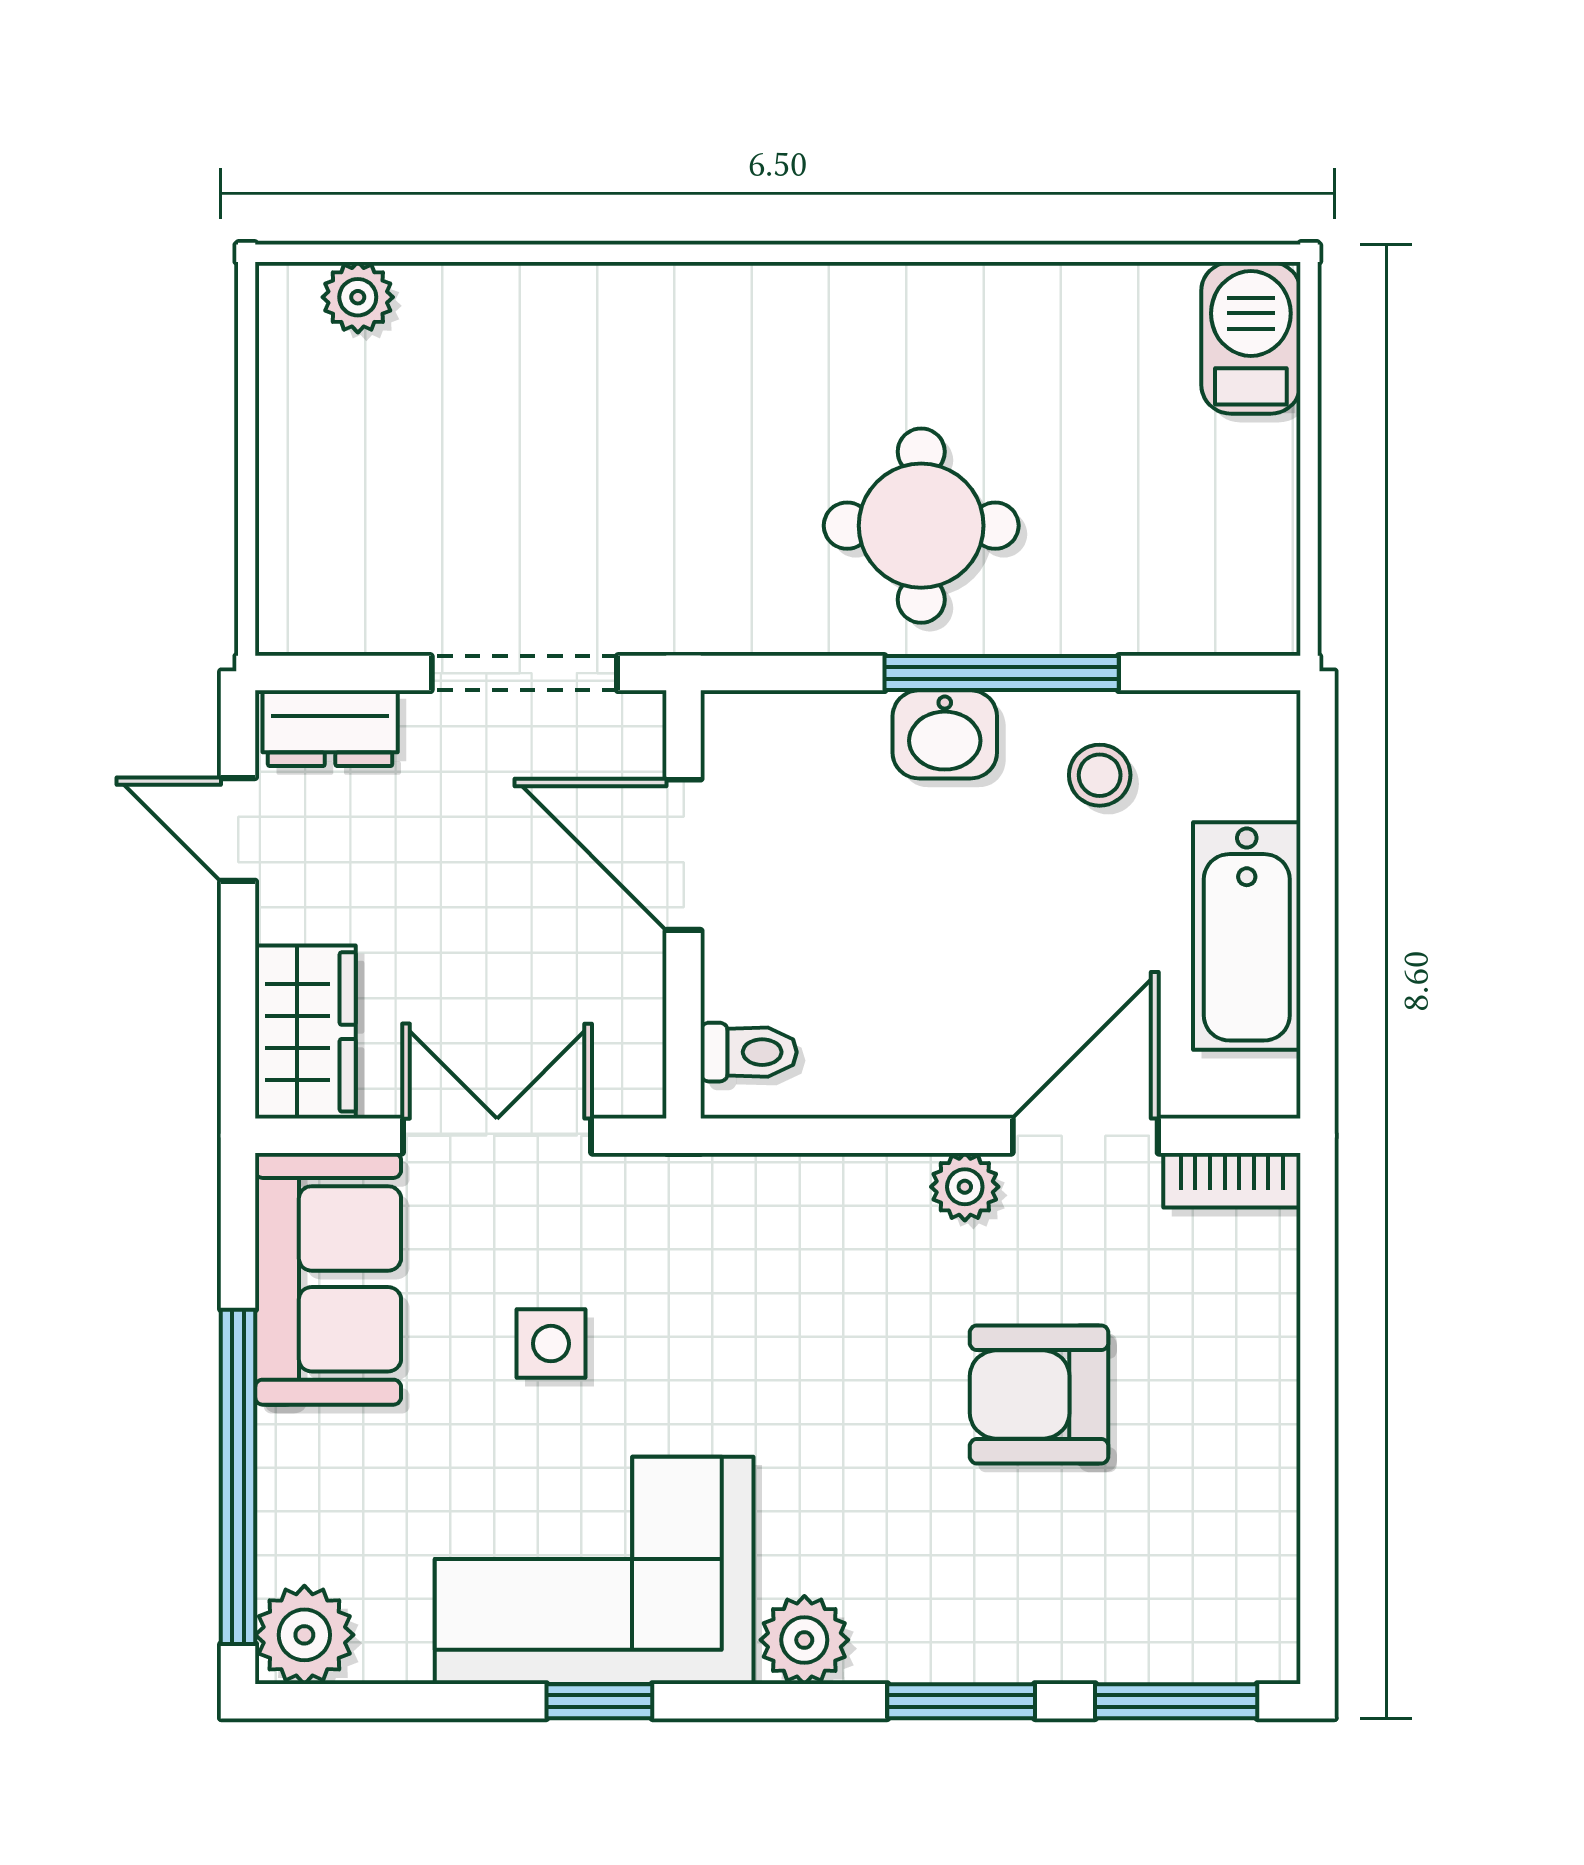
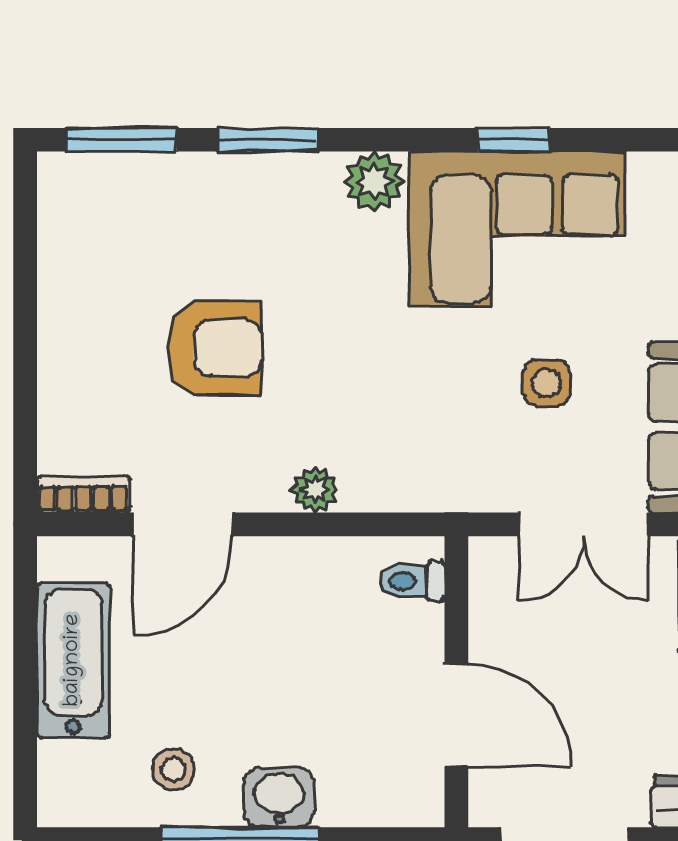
plant: (965, 1187) -> (315, 490), moved

